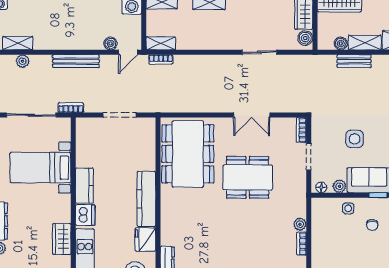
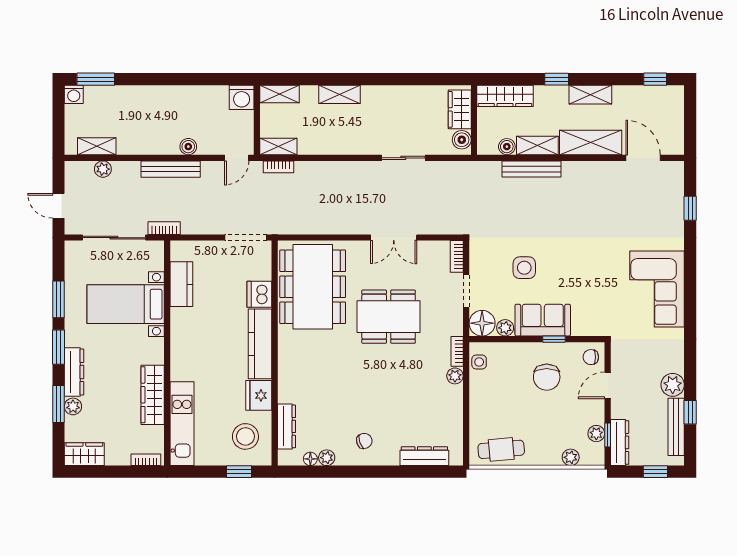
boiler: (111, 43) -> (188, 147), moved
bench: (354, 61) -> (531, 169), width x1.36
doorway: (120, 115) -> (246, 238), moved
kitchen counter: (84, 186) -> (181, 284), moved
floor lamp: (321, 187) -> (482, 323), width x1.89, depth x1.89
side table: (348, 208) -> (479, 362), moved
dishwasher: (85, 215) -> (259, 294), moved, turned 180
chair: (372, 225) -> (547, 377), width x1.87, depth x1.87
wardrobe: (62, 239) -> (153, 395), width x1.50
bookcase: (302, 244) -> (457, 351), moved

